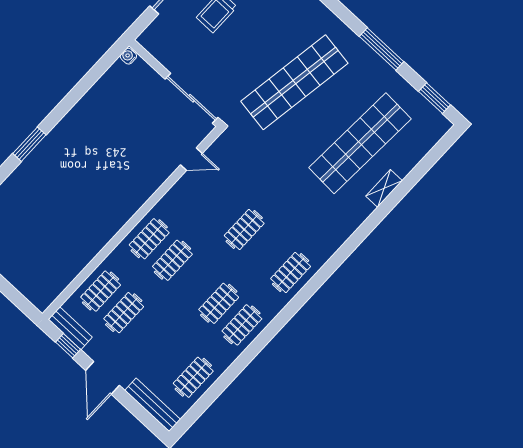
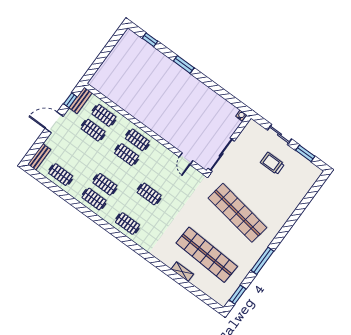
bench: (153, 405) -> (39, 157), width x0.73

